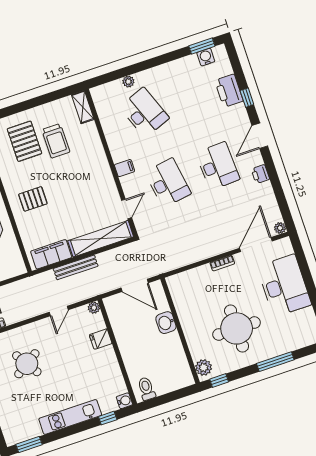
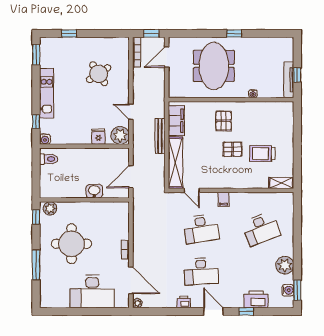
plant: (128, 82) -> (285, 265), moved, width x1.87, depth x1.87
pallet: (24, 141) -> (232, 149), moved, width x0.67, depth x0.71
plant: (94, 308) -> (120, 135), width x1.88, depth x1.88

